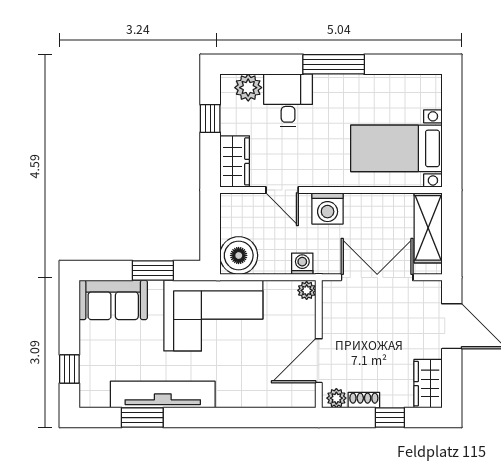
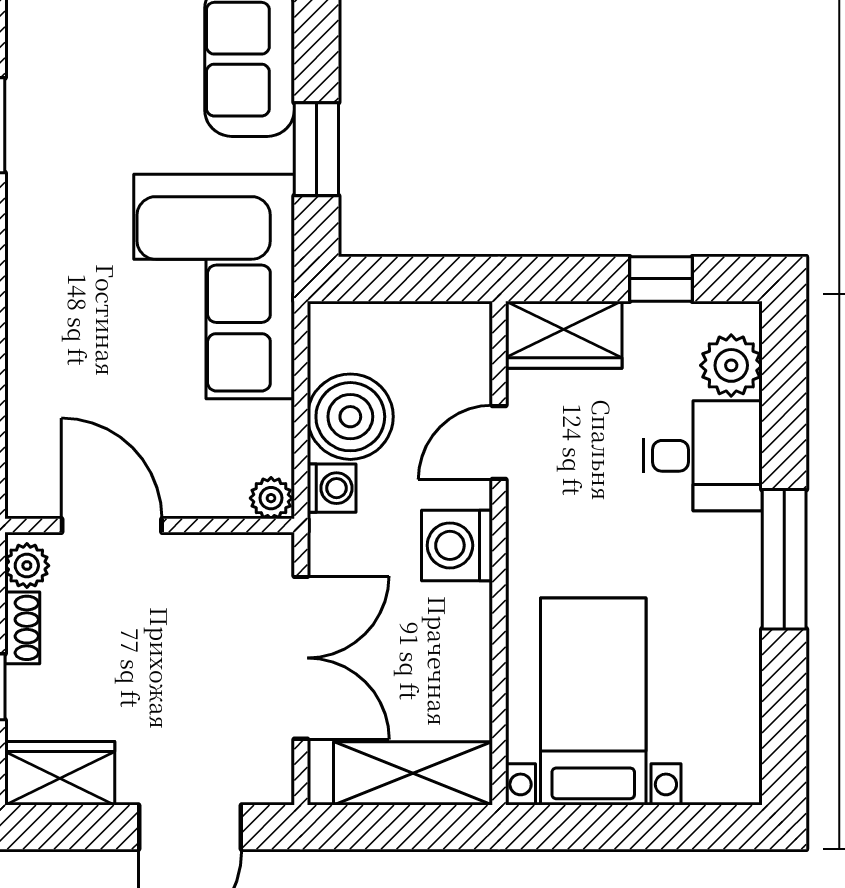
boiler: (239, 255) -> (350, 417), moved
tv unit: (163, 394) -> (35, 172), removed

